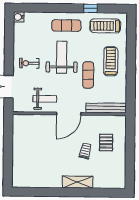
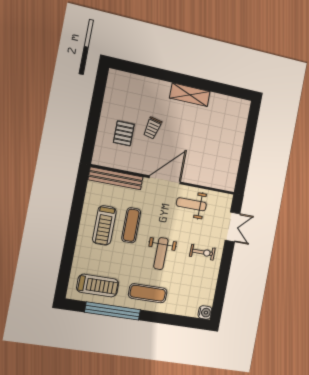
window: (91, 8) -> (113, 311), width x3.17
weight bench: (62, 57) -> (161, 254), width x0.73, depth x0.75
treadmill: (111, 61) -> (104, 225), moved
shelving: (78, 182) -> (190, 95), moved

